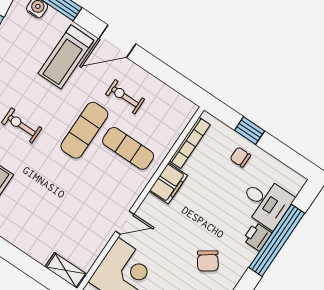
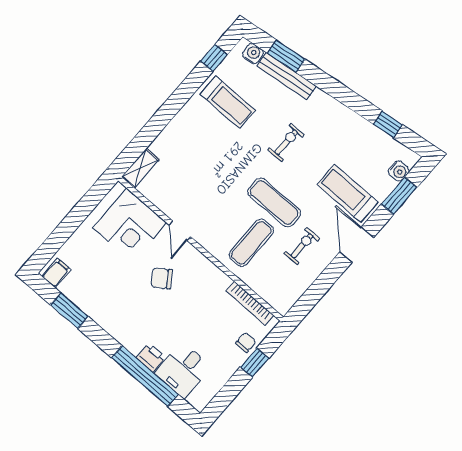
chair: (240, 157) -> (246, 342), moved
filing cabinet: (168, 183) -> (213, 278), removed
chair: (208, 261) -> (162, 278), moved

